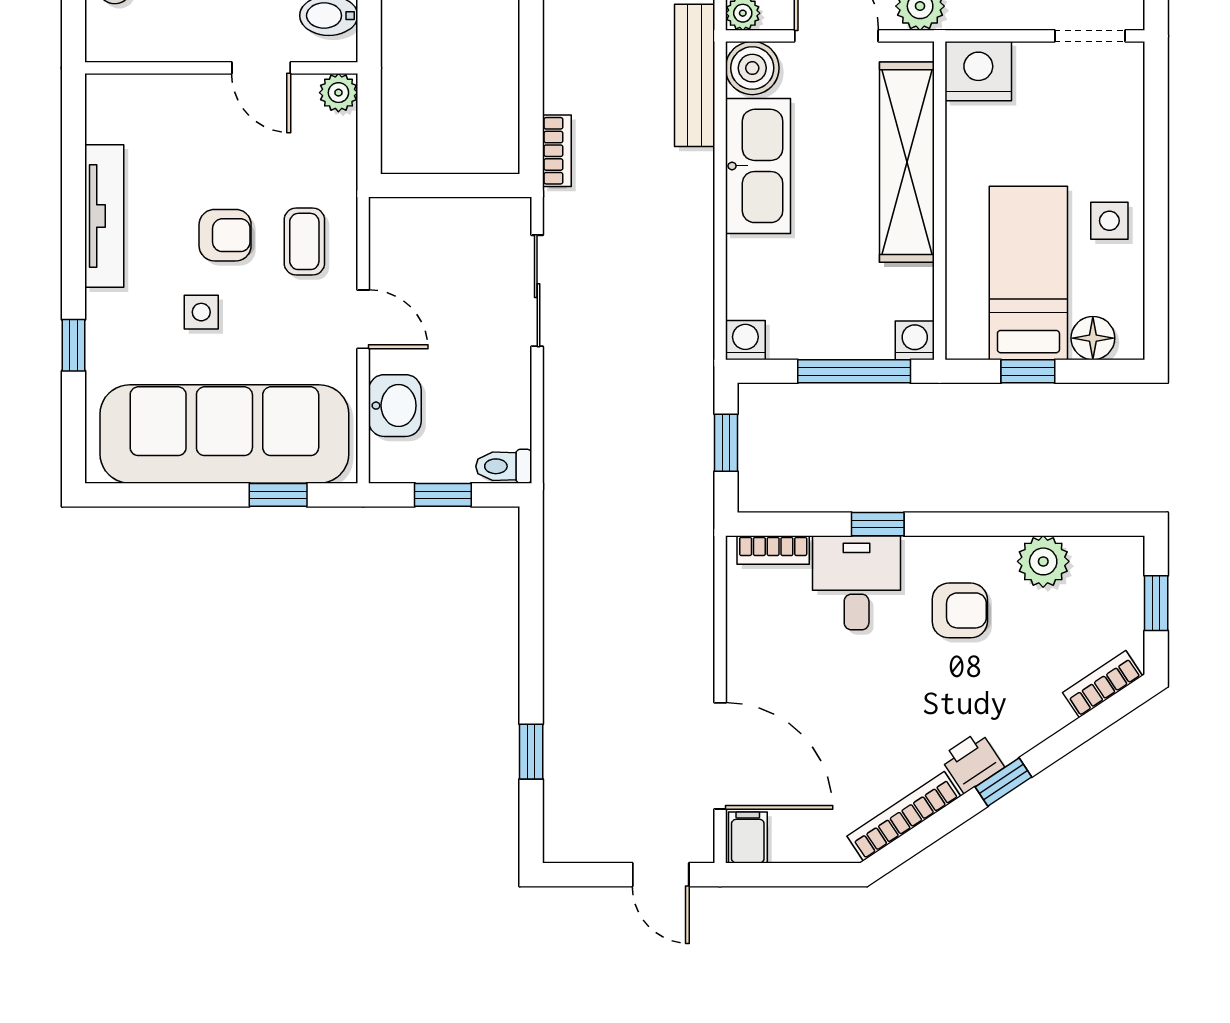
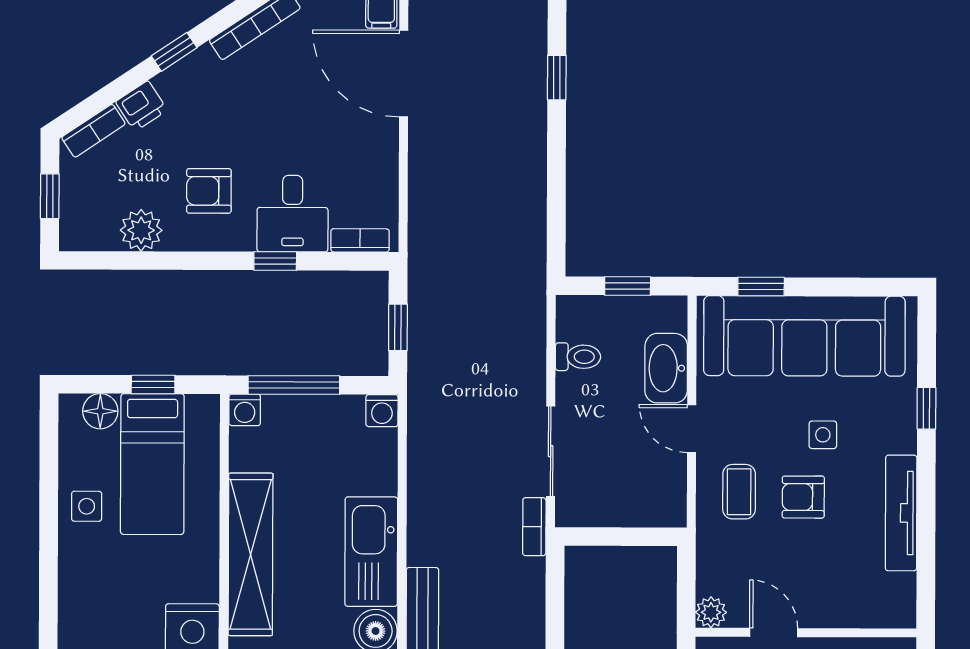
bookcase: (557, 151) -> (534, 527), moved
washbasin: (395, 406) -> (666, 368), width x1.38
toilet: (504, 466) -> (578, 357), moved
printer: (972, 762) -> (141, 106), moved

